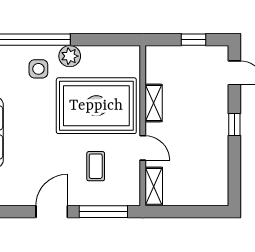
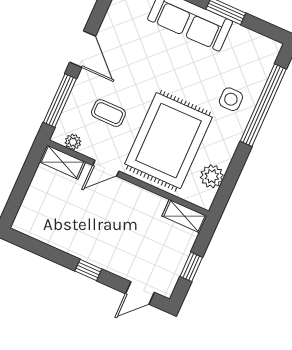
plant: (70, 56) -> (212, 176), moved
shelving: (154, 103) -> (184, 216), moved
plant: (133, 185) -> (73, 142), added

